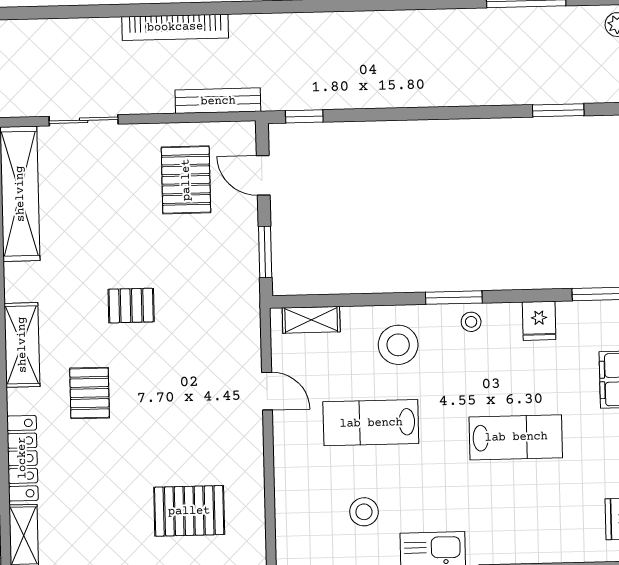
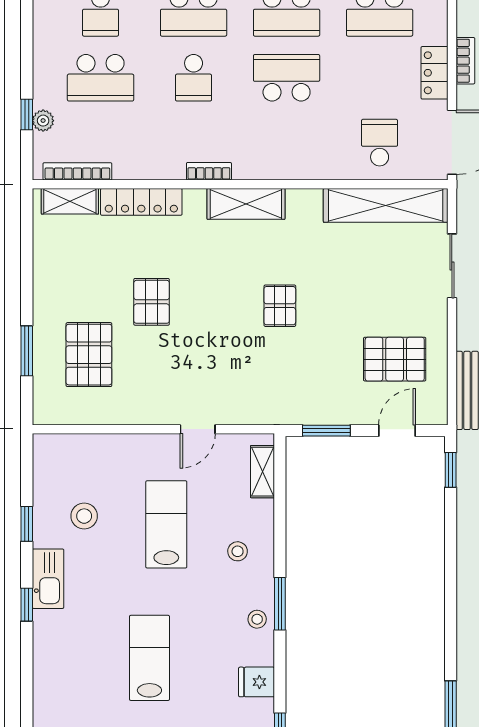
stool: (398, 345) -> (238, 551), width x0.53, depth x0.53
pallet: (90, 393) -> (152, 302), moved, turned 90
lab bench: (516, 437) -> (149, 658), turned 180

